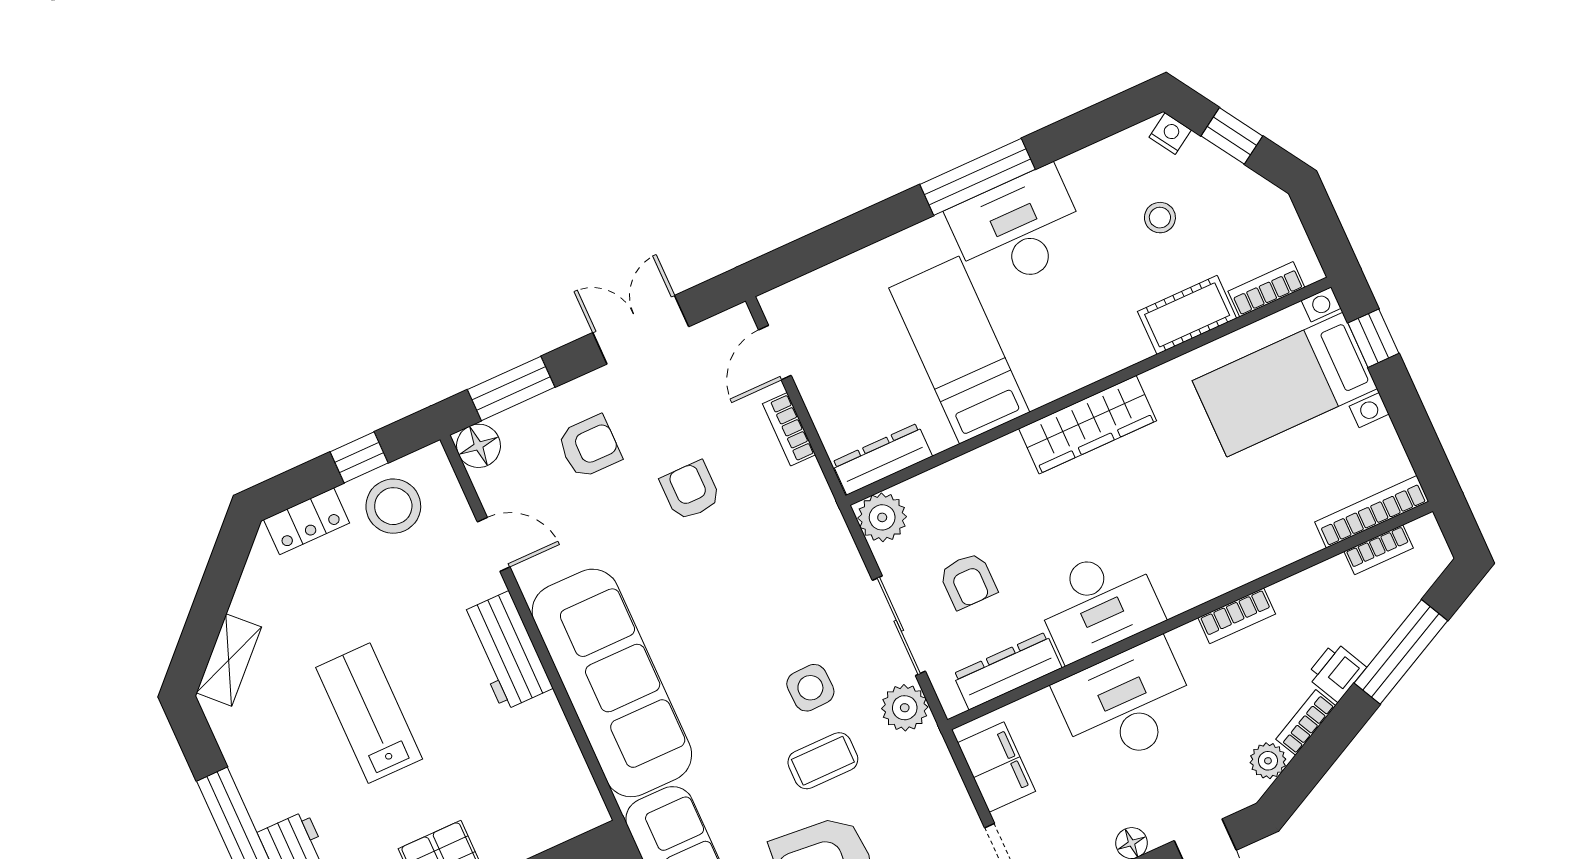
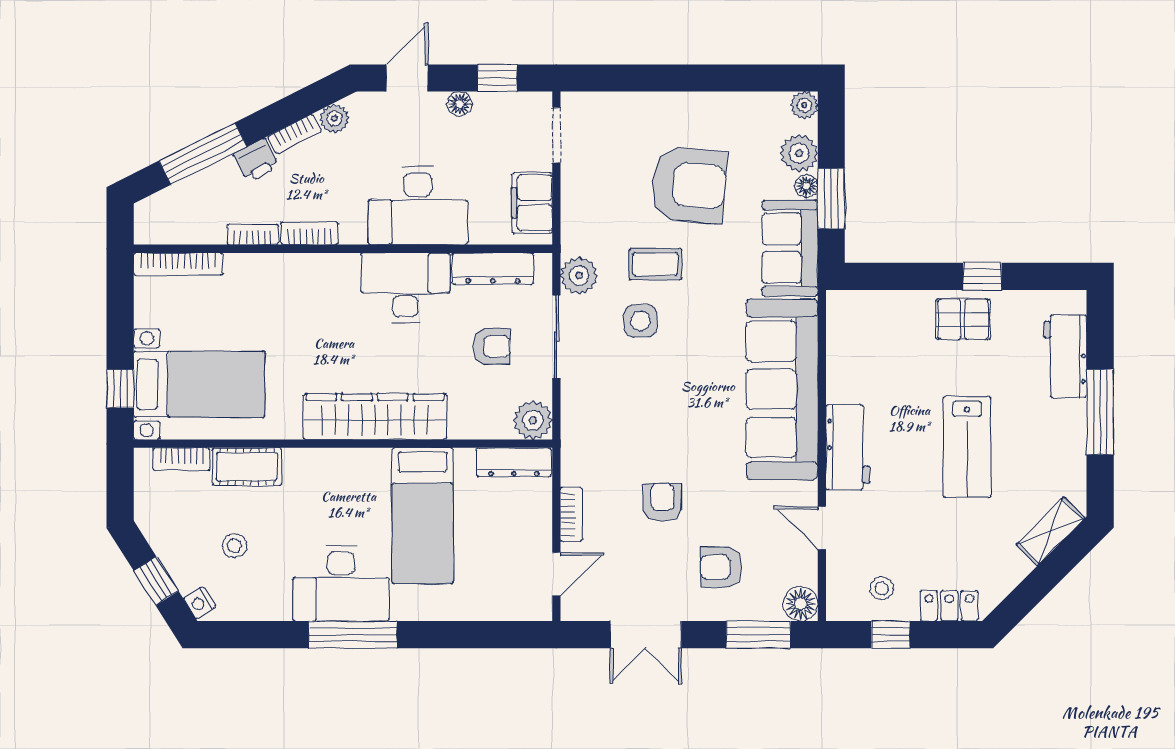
wardrobe: (1088, 425) -> (375, 417), width x1.40, depth x1.17
armchair: (690, 491) -> (662, 502), turned 180
stool: (393, 506) -> (882, 588), width x0.53, depth x0.53
bookcase: (1379, 550) -> (253, 235), moved
armchair: (968, 581) -> (492, 346), turned 90

